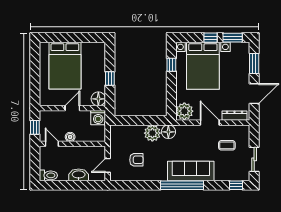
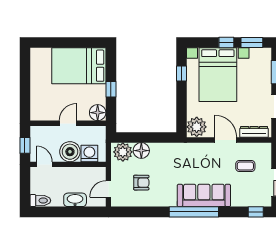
bed: (65, 66) -> (79, 66), moved, turned 90
washing machine: (98, 118) -> (89, 154), moved, turned 180
floor lamp: (168, 132) -> (141, 151), moved
plant: (152, 133) -> (123, 152), moved
boiler: (70, 137) -> (70, 152), width x1.86, depth x1.86

